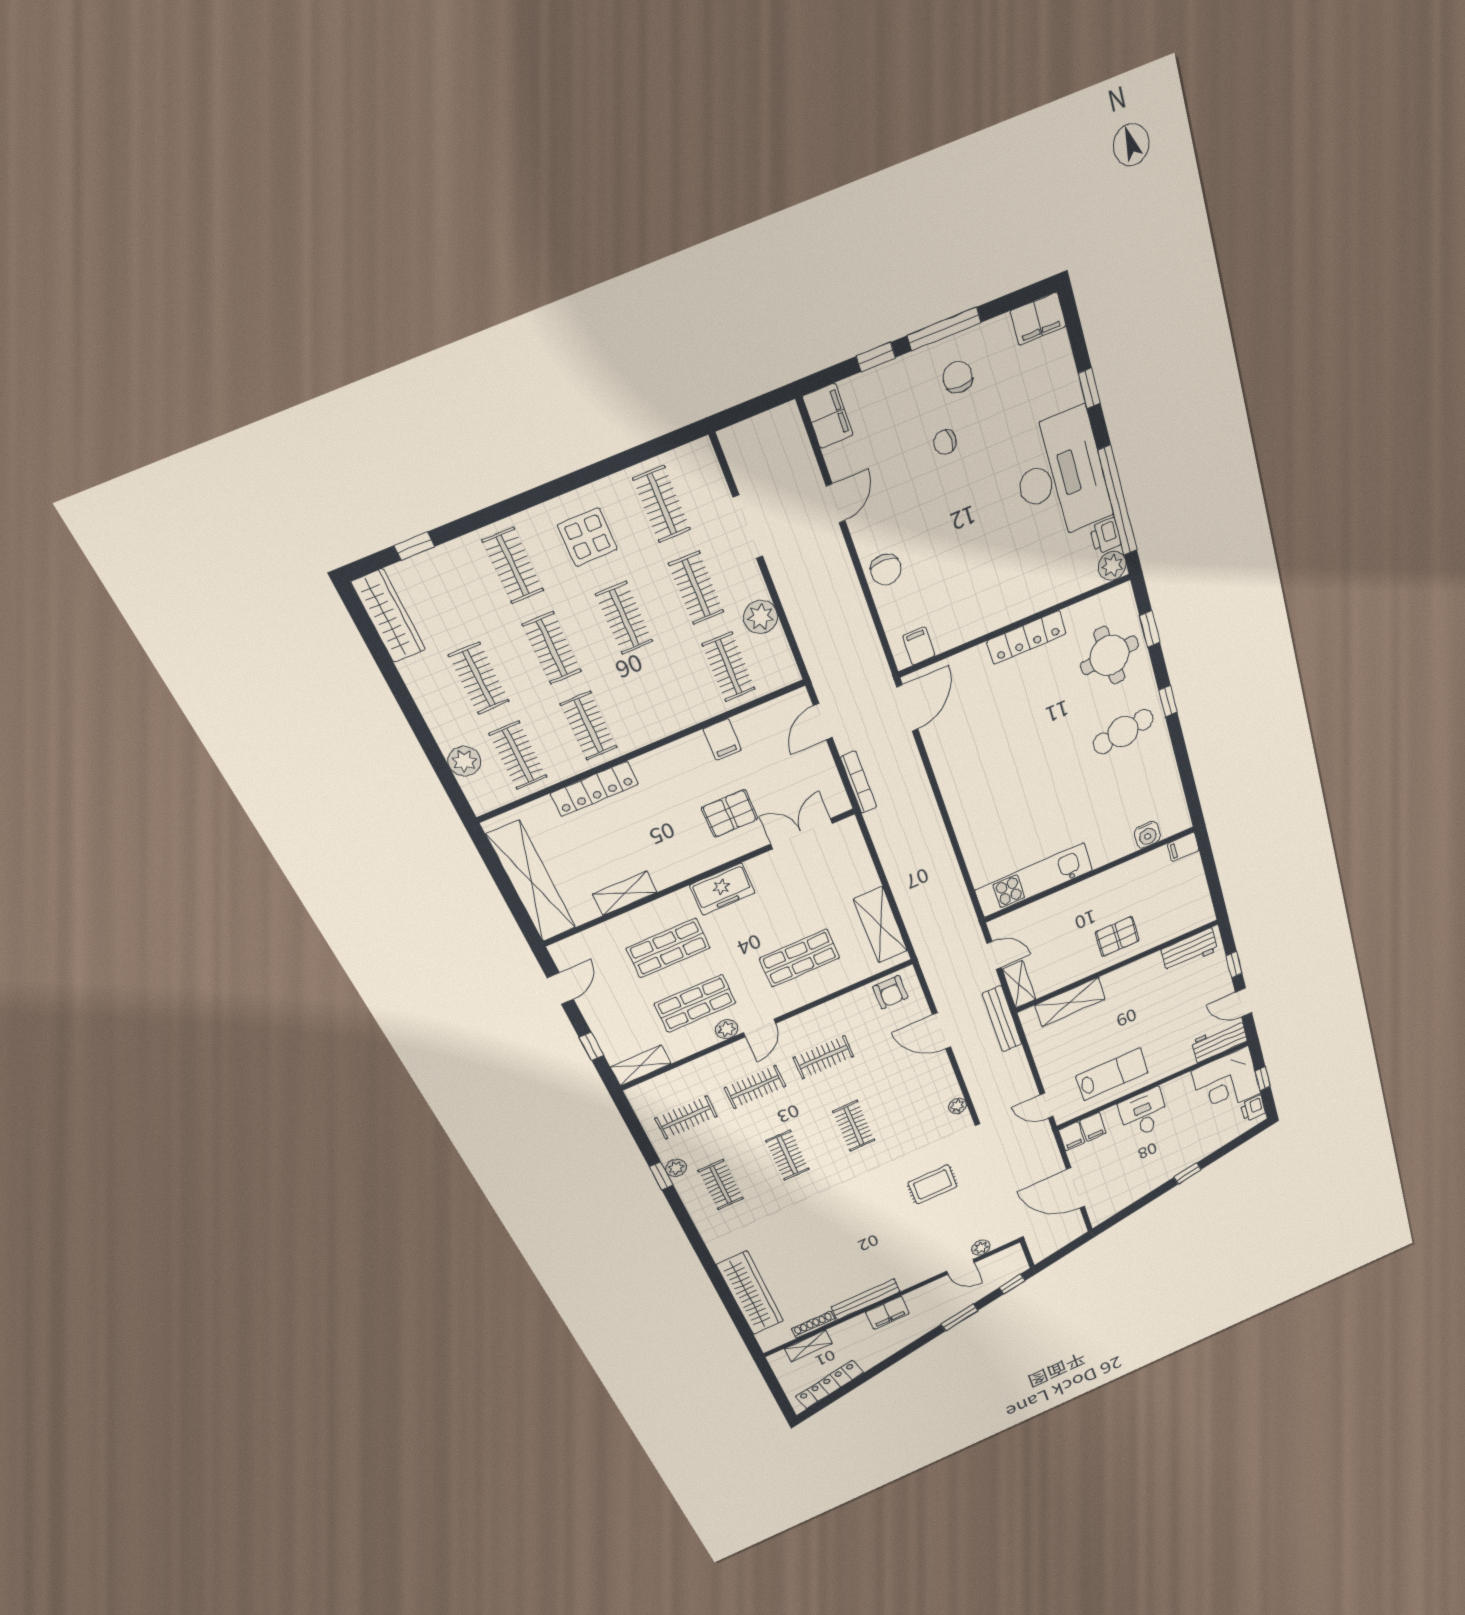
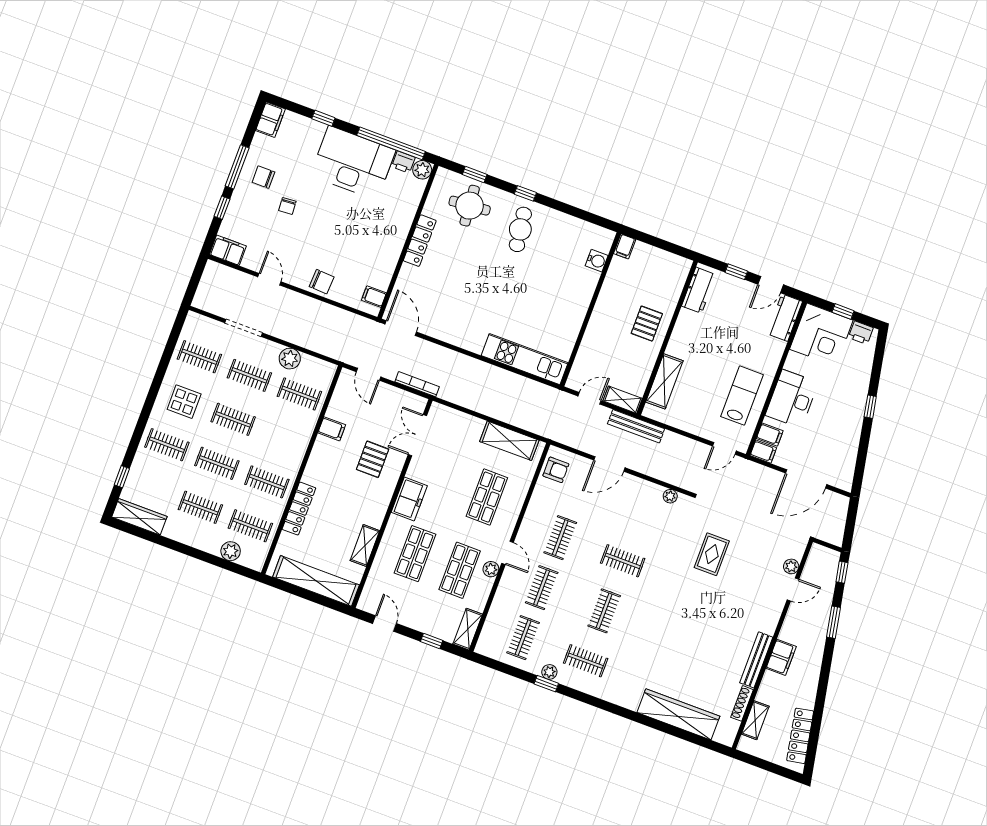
kitchen unit: (1034, 880) -> (525, 359), moved, turned 90
desk: (1143, 1113) -> (792, 399), width x1.37
clothes rail: (787, 1155) -> (604, 611), turned 90

